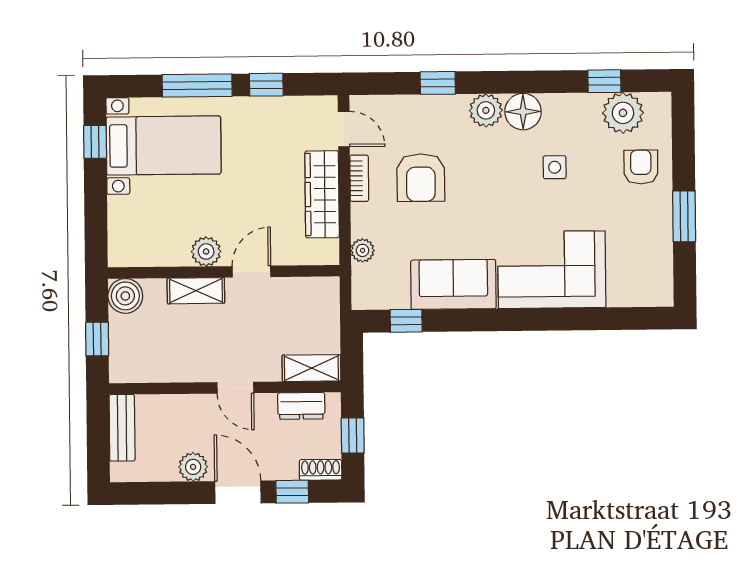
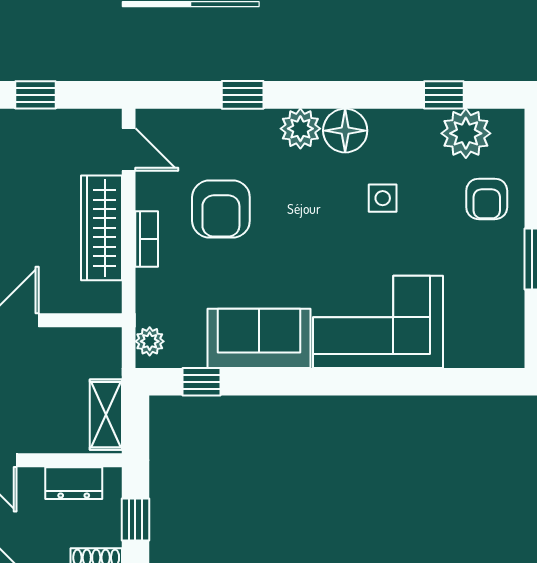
armchair: (641, 167) -> (487, 199), turned 180
bookcase: (359, 178) -> (147, 239), moved
plant: (363, 250) -> (150, 341), moved
shelving: (311, 368) -> (106, 415), moved, turned 90

